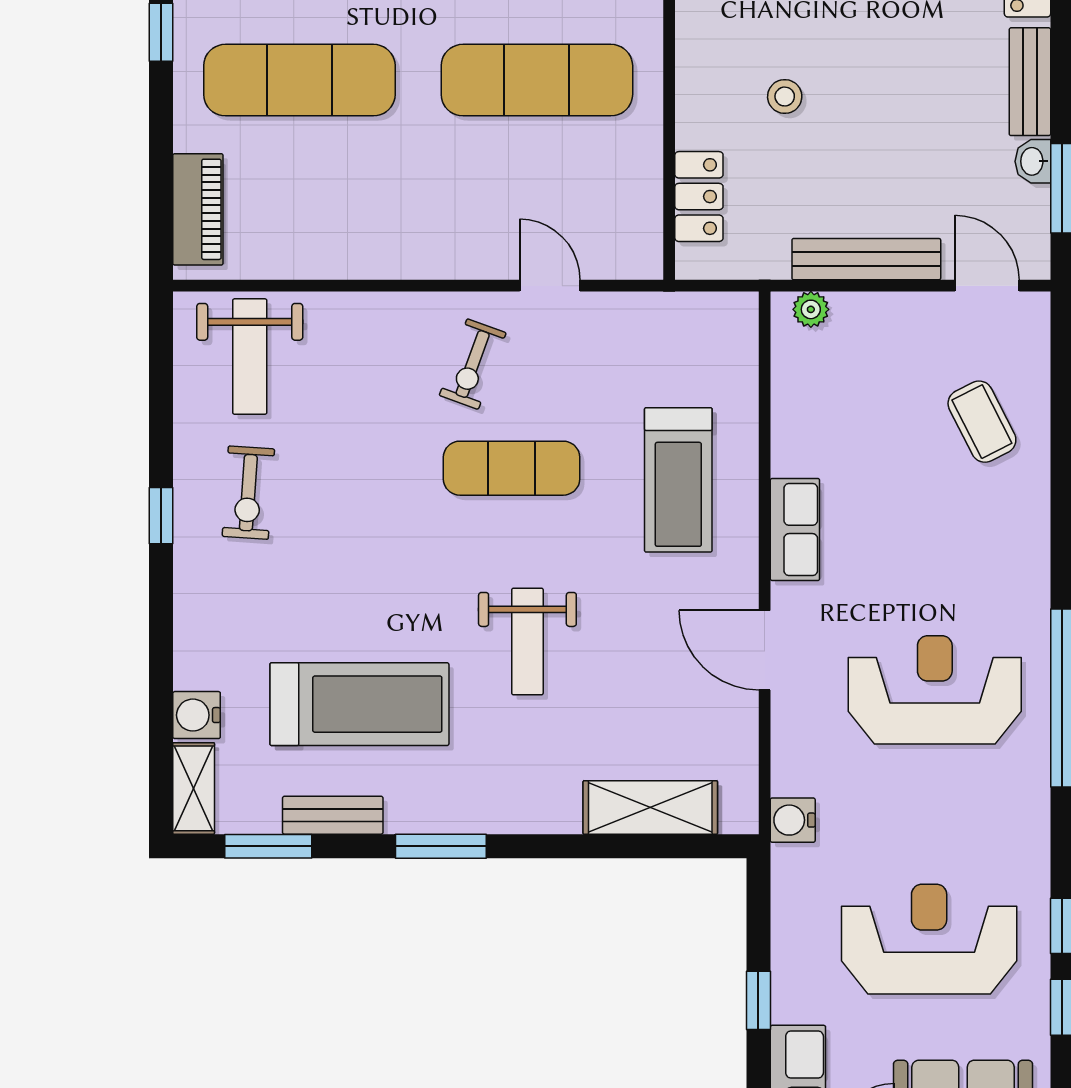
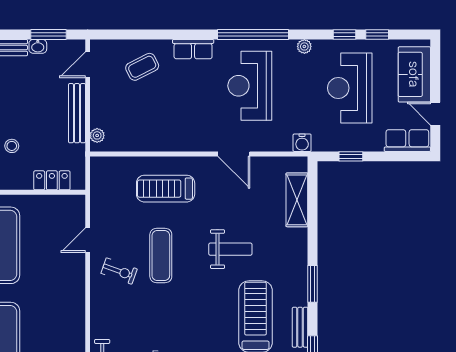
treadmill: (678, 480) -> (166, 189), turned 180
row of seats: (795, 529) -> (193, 49), moved, turned 180
door: (765, 650) -> (234, 154), hinge flipped
plant: (1033, 826) -> (304, 46), added
window: (758, 1000) -> (351, 156), moved

